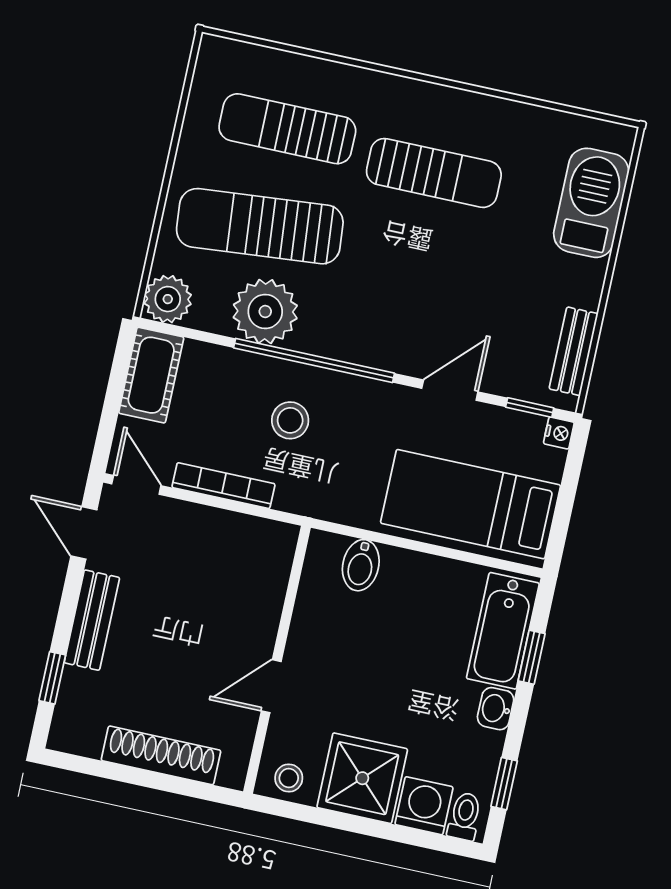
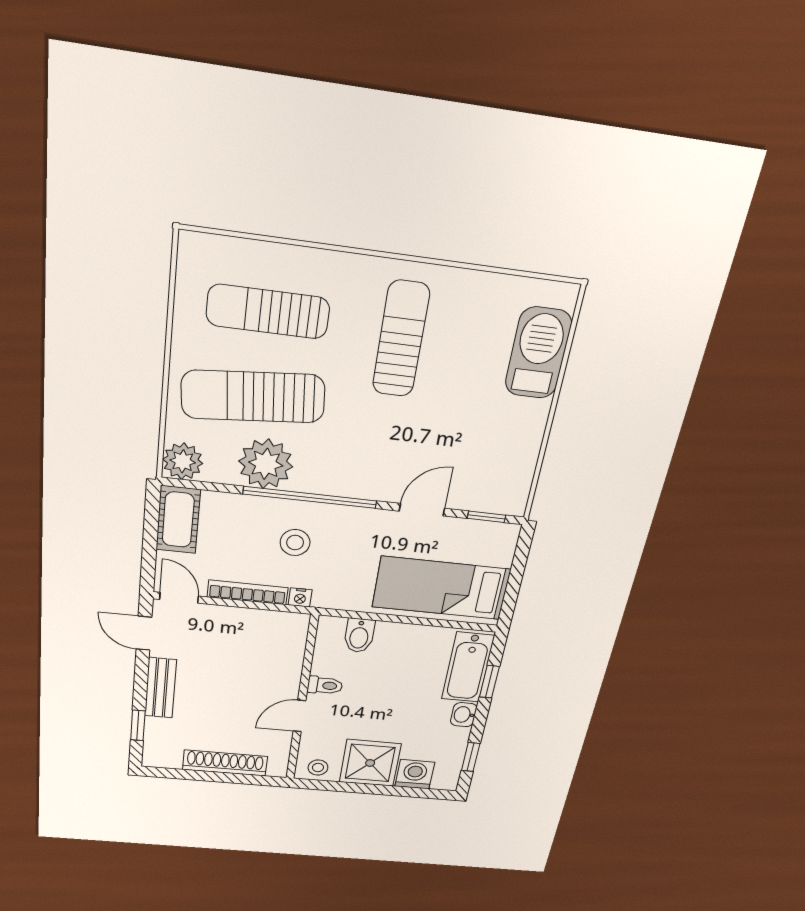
sun lounger: (434, 173) -> (401, 339), turned -90
bench: (574, 351) -> (522, 472), removed
nightstand: (559, 433) -> (300, 597), moved, turned 90
toilet: (465, 816) -> (325, 685), moved, turned 90

